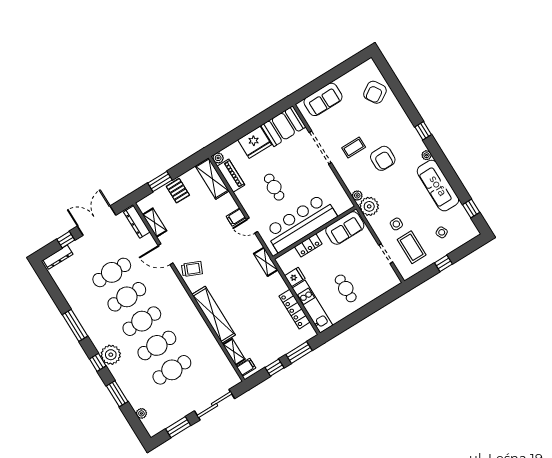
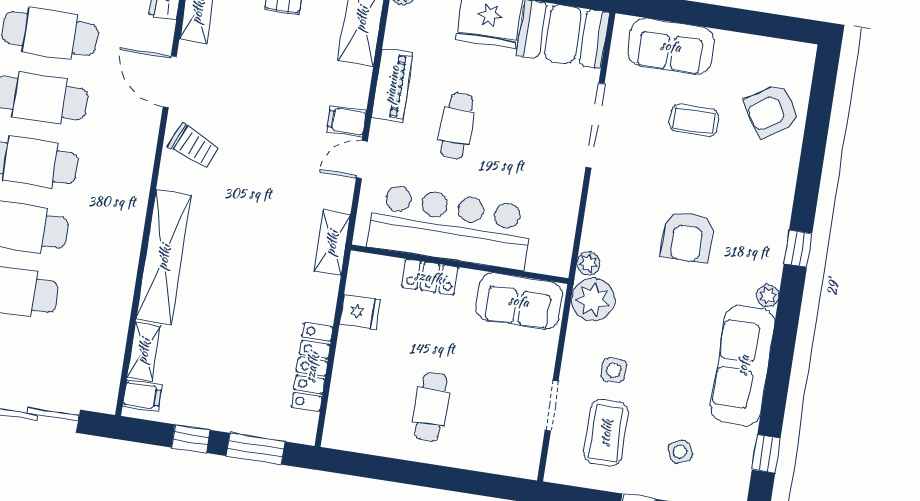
coffee table: (354, 147) -> (694, 120), moved
piano: (231, 176) -> (392, 85), moved
door: (252, 226) -> (362, 160), hinge flipped
kitchen unit: (312, 307) -> (347, 389), removed

